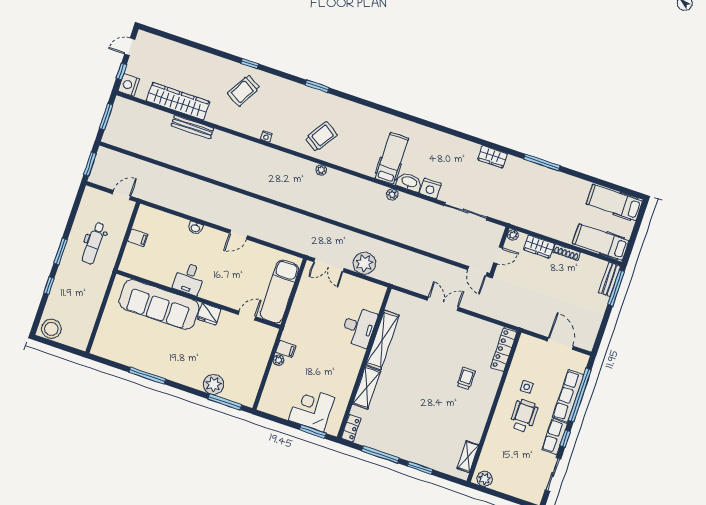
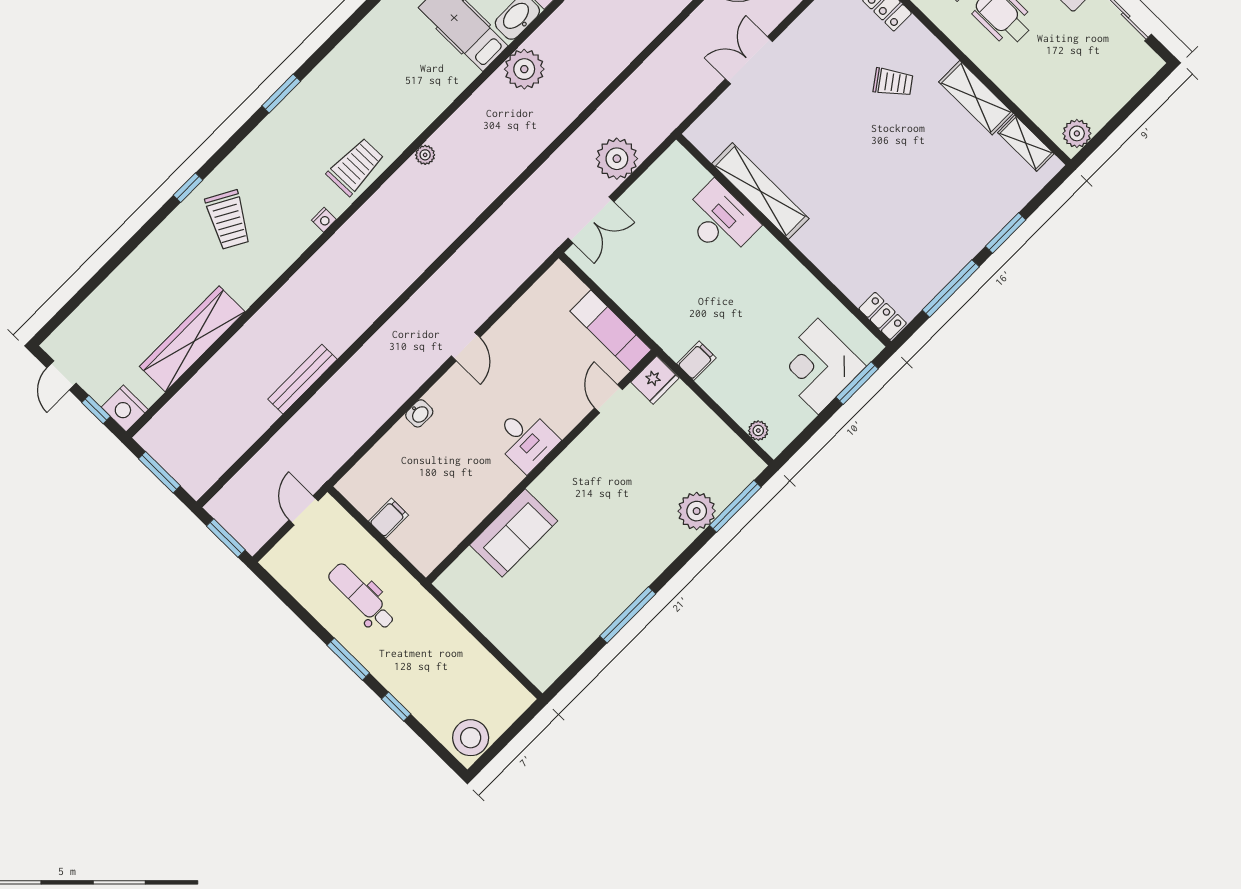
bench: (192, 127) -> (302, 379), moved
trolley: (321, 137) -> (355, 167), moved, turned 56
plant: (392, 194) -> (524, 69), width x1.88, depth x1.88
dental chair: (94, 243) -> (362, 596), turned 180
desk: (189, 279) -> (525, 439), moved
exam couch: (279, 292) -> (611, 330), width x0.73, depth x0.69
sofa: (159, 305) -> (514, 533), width x0.54, depth x0.79
fridge: (209, 314) -> (655, 380), moved
plant: (279, 360) -> (758, 431), moved
trolley: (466, 378) -> (893, 82), turned 144
shelving: (367, 388) -> (976, 98), moved

